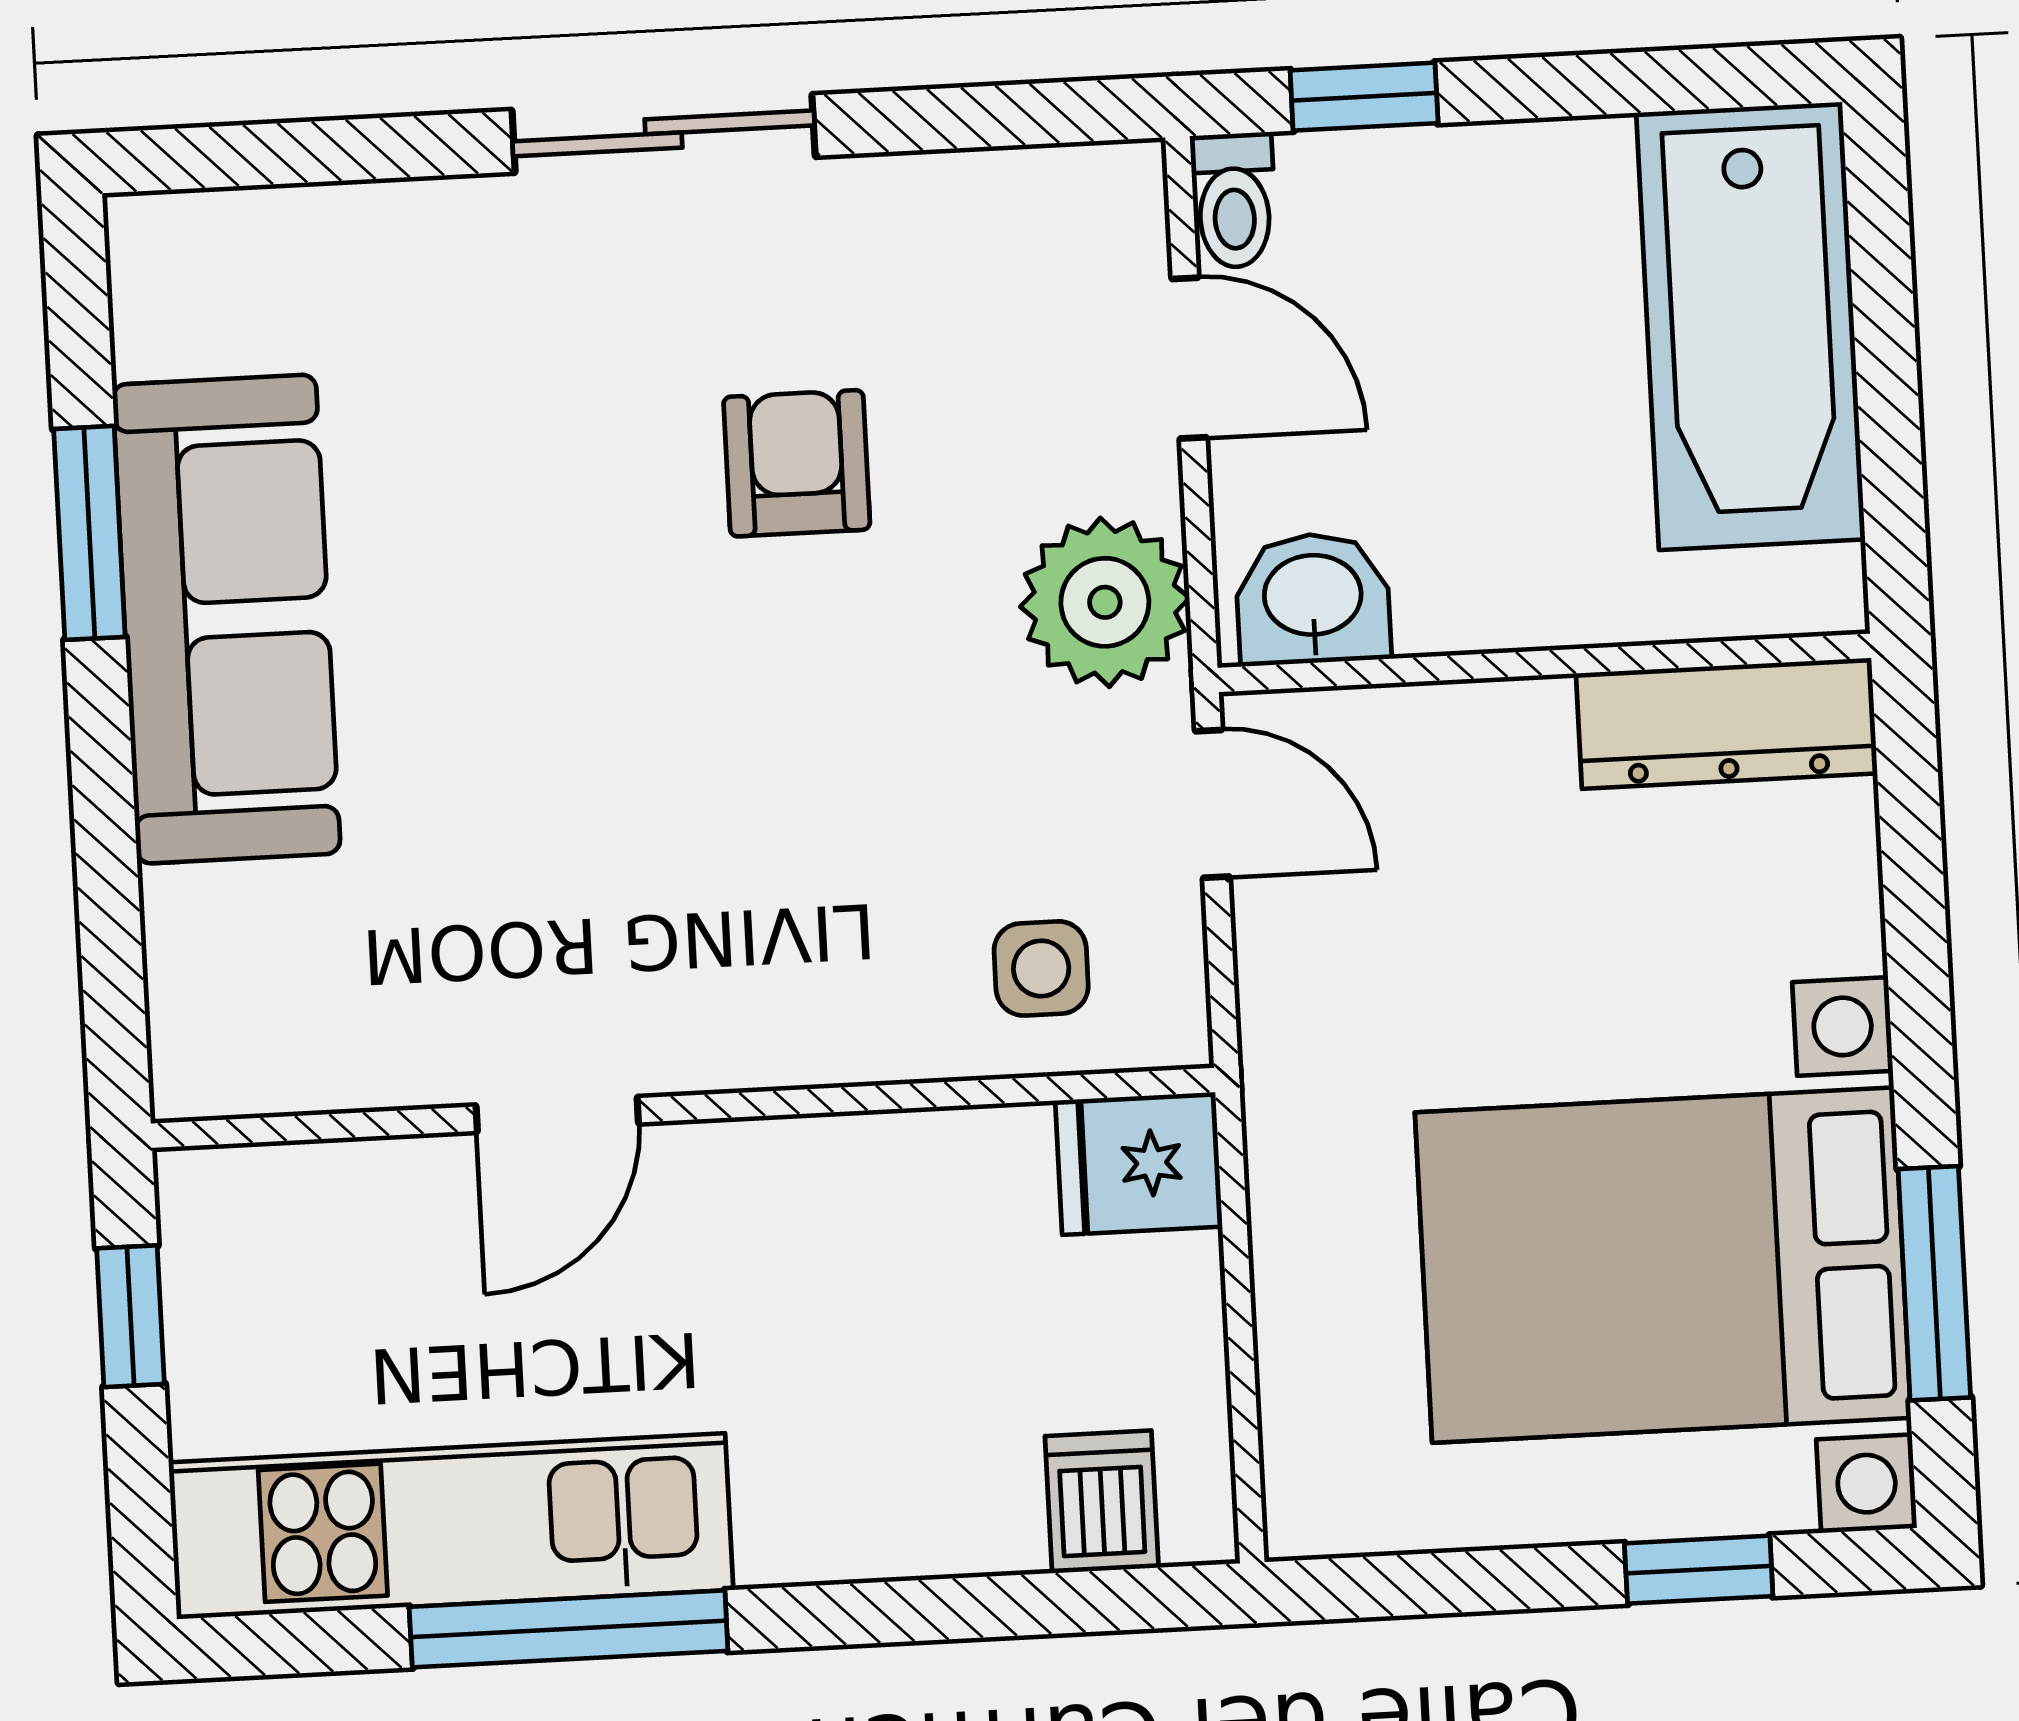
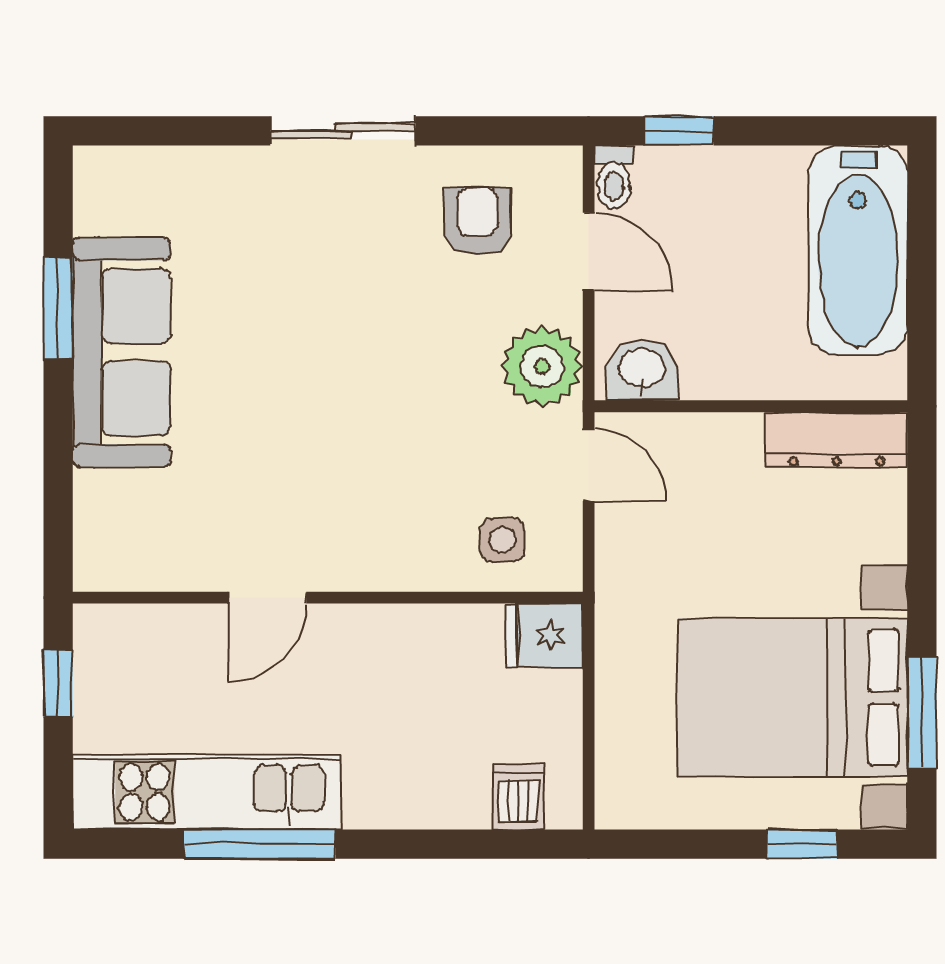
armchair: (797, 463) -> (477, 221), moved

